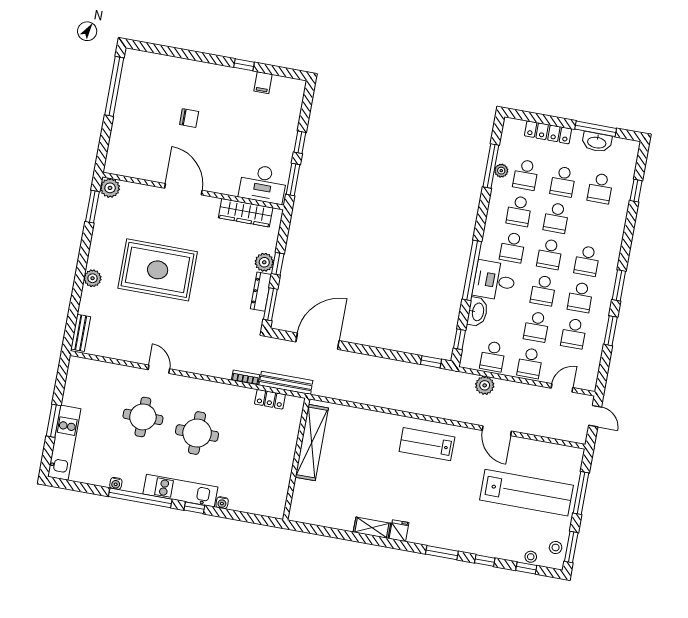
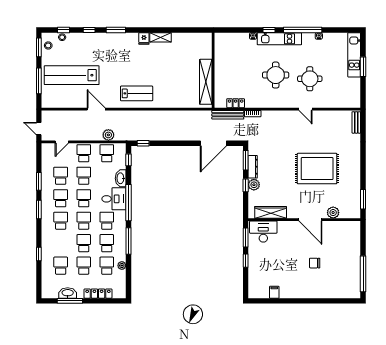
window: (244, 65) -> (288, 301), removed
window: (491, 166) -> (129, 241), moved
plant: (110, 188) -> (333, 213), moved
window: (636, 191) -> (39, 254), moved
plant: (93, 278) -> (355, 156), removed

